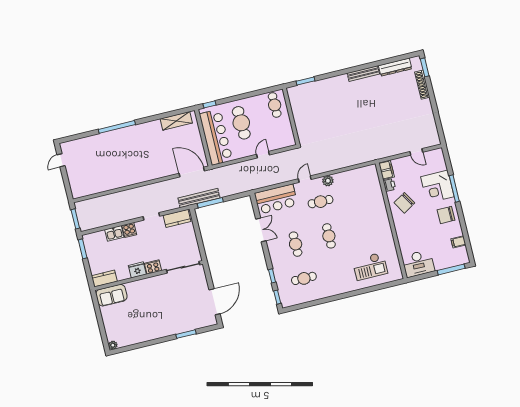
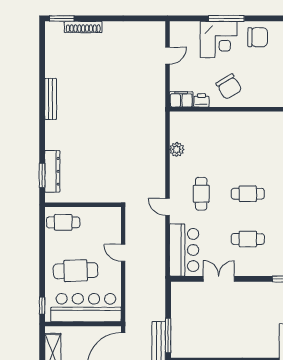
dresser: (395, 67) -> (52, 171), moved
plant: (328, 181) -> (177, 149), moved
chair: (446, 215) -> (258, 37), turned -90

